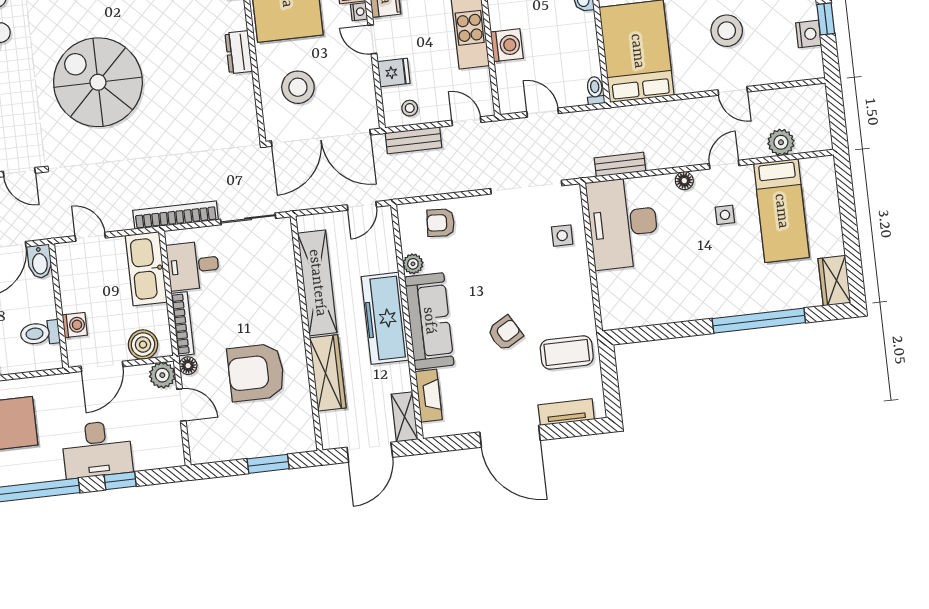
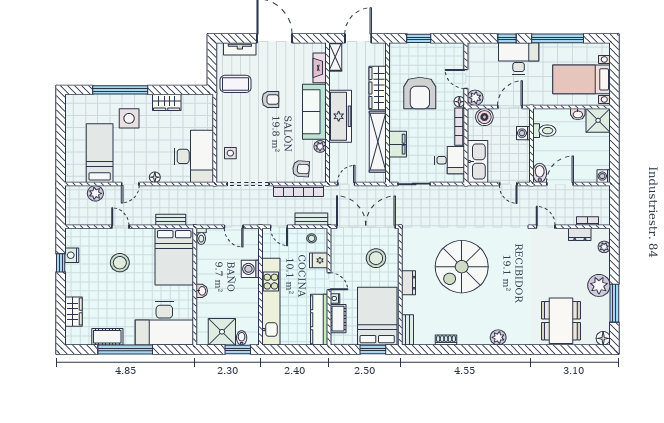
spiral stairs: (98, 82) -> (462, 267), moved, turned 90
bench: (620, 164) -> (171, 220), moved
bookcase: (176, 215) -> (298, 191), moved
side table: (725, 215) -> (129, 118), moved, width x1.87, depth x1.87
wardrobe: (834, 281) -> (167, 102), moved, turned 90
filing cabinet: (283, 282) -> (398, 144), added
armchair: (505, 333) -> (271, 99), turned -150
armchair: (256, 372) -> (420, 93), turned 90

